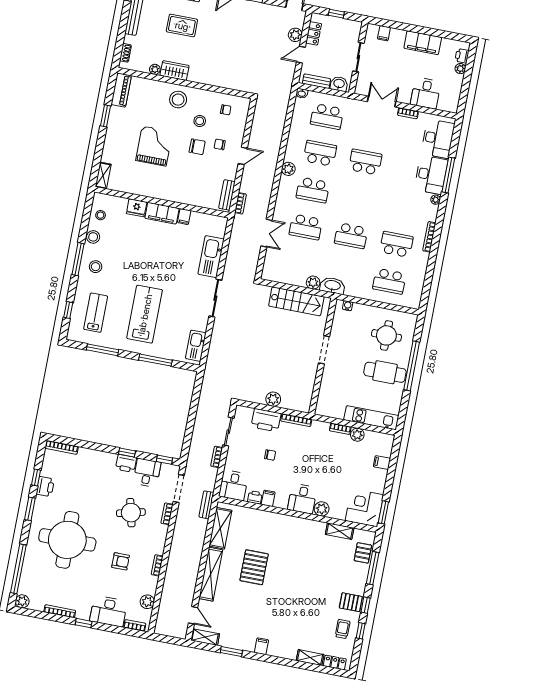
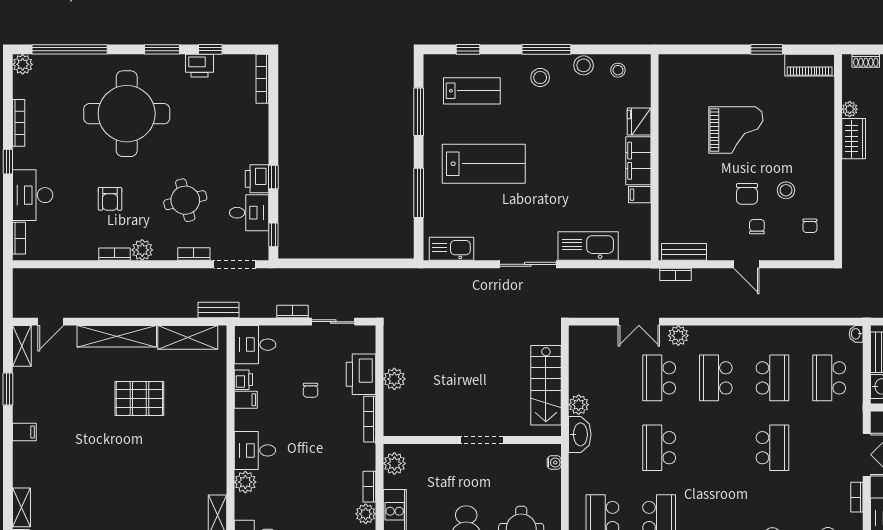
stool: (178, 100) -> (812, 152), removed
plant: (288, 169) -> (678, 336), moved
shelving: (103, 175) -> (678, 63), removed
plant: (328, 410) -> (394, 463), added
plant: (147, 602) -> (142, 250), moved

